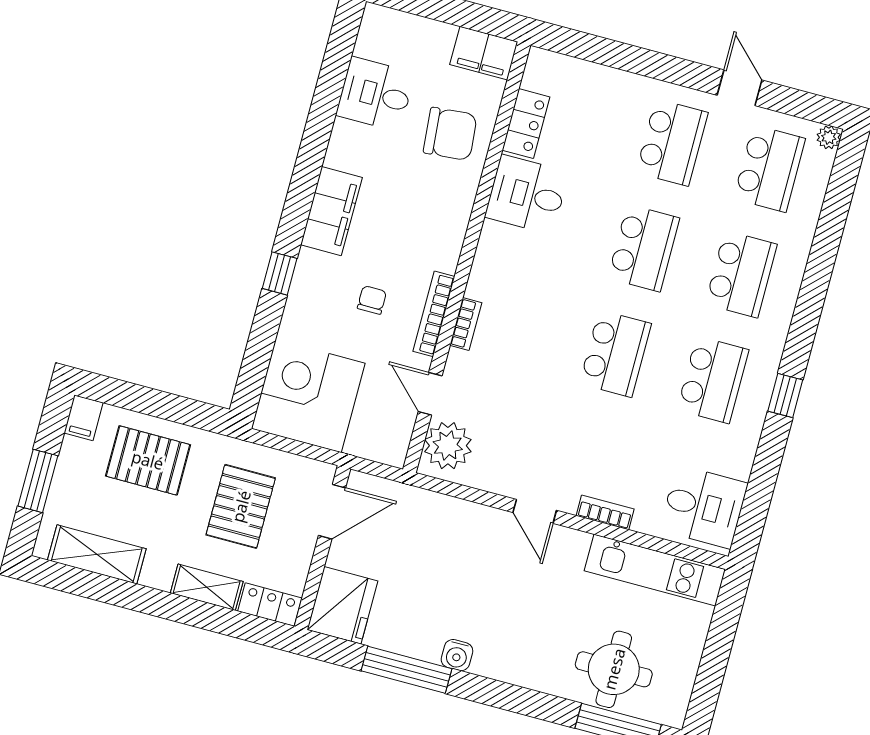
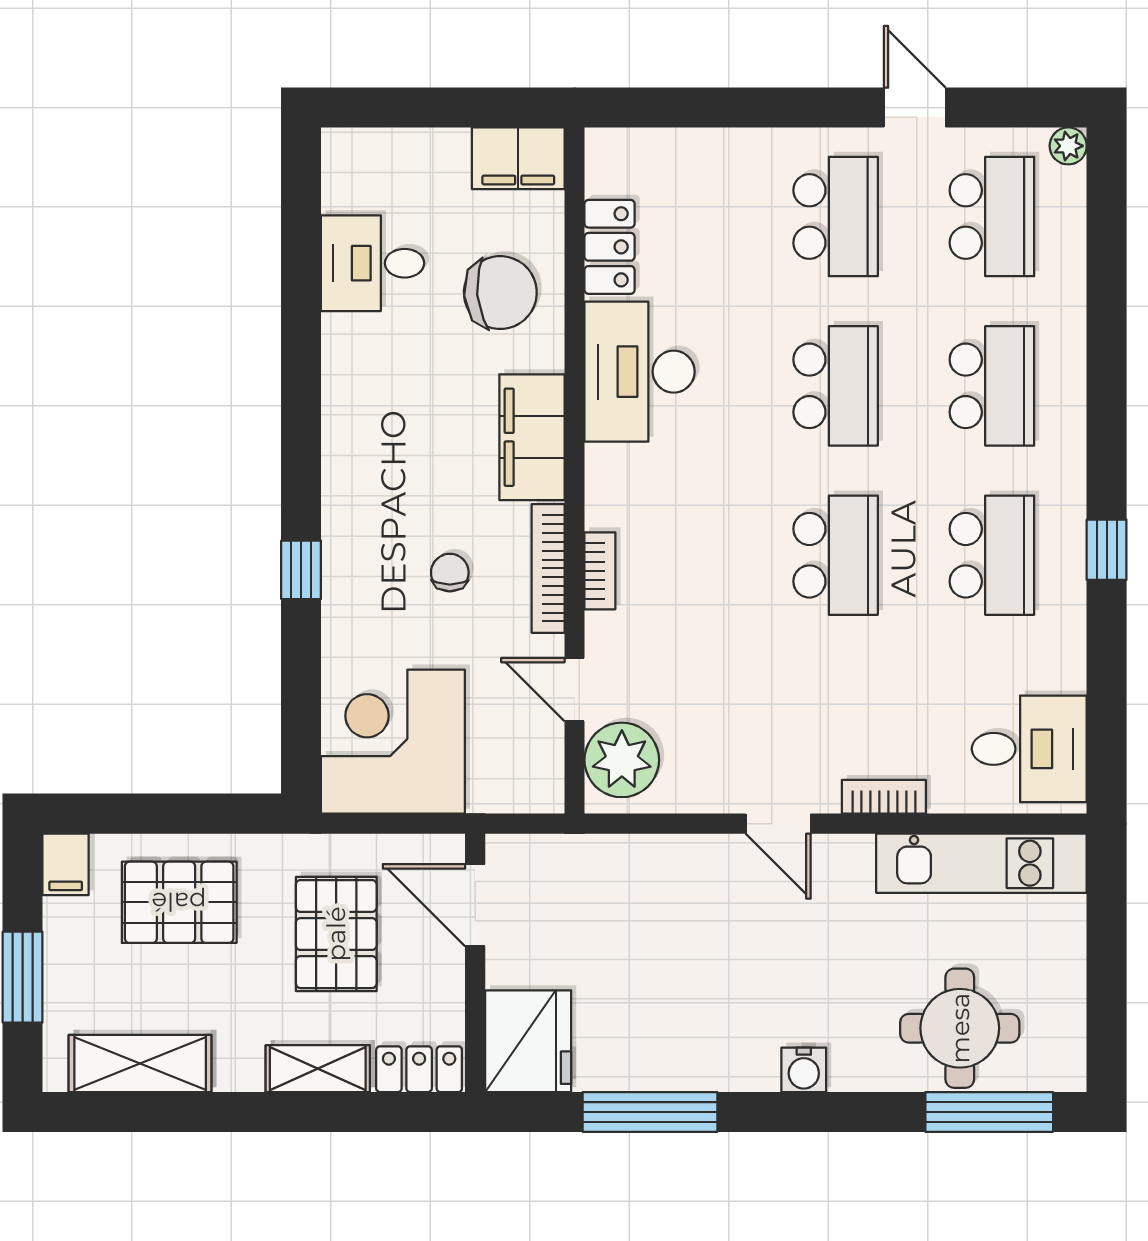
desk: (527, 195) -> (640, 372), width x1.37
filing cabinet: (331, 211) -> (532, 437), moved, turned 180
door: (332, 512) -> (475, 905), swing flipped
water cooler: (457, 655) -> (804, 1070), moved

